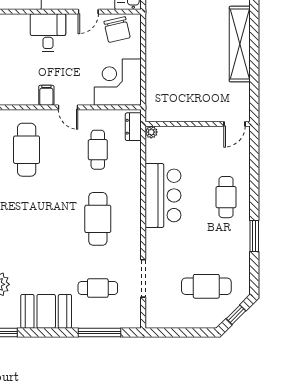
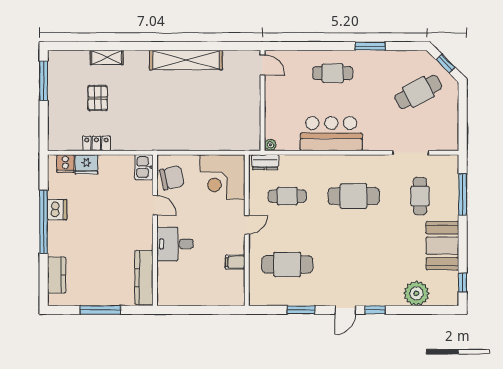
filing cabinet: (46, 95) -> (235, 262), moved
cafe table: (206, 286) -> (418, 92), turned 62

